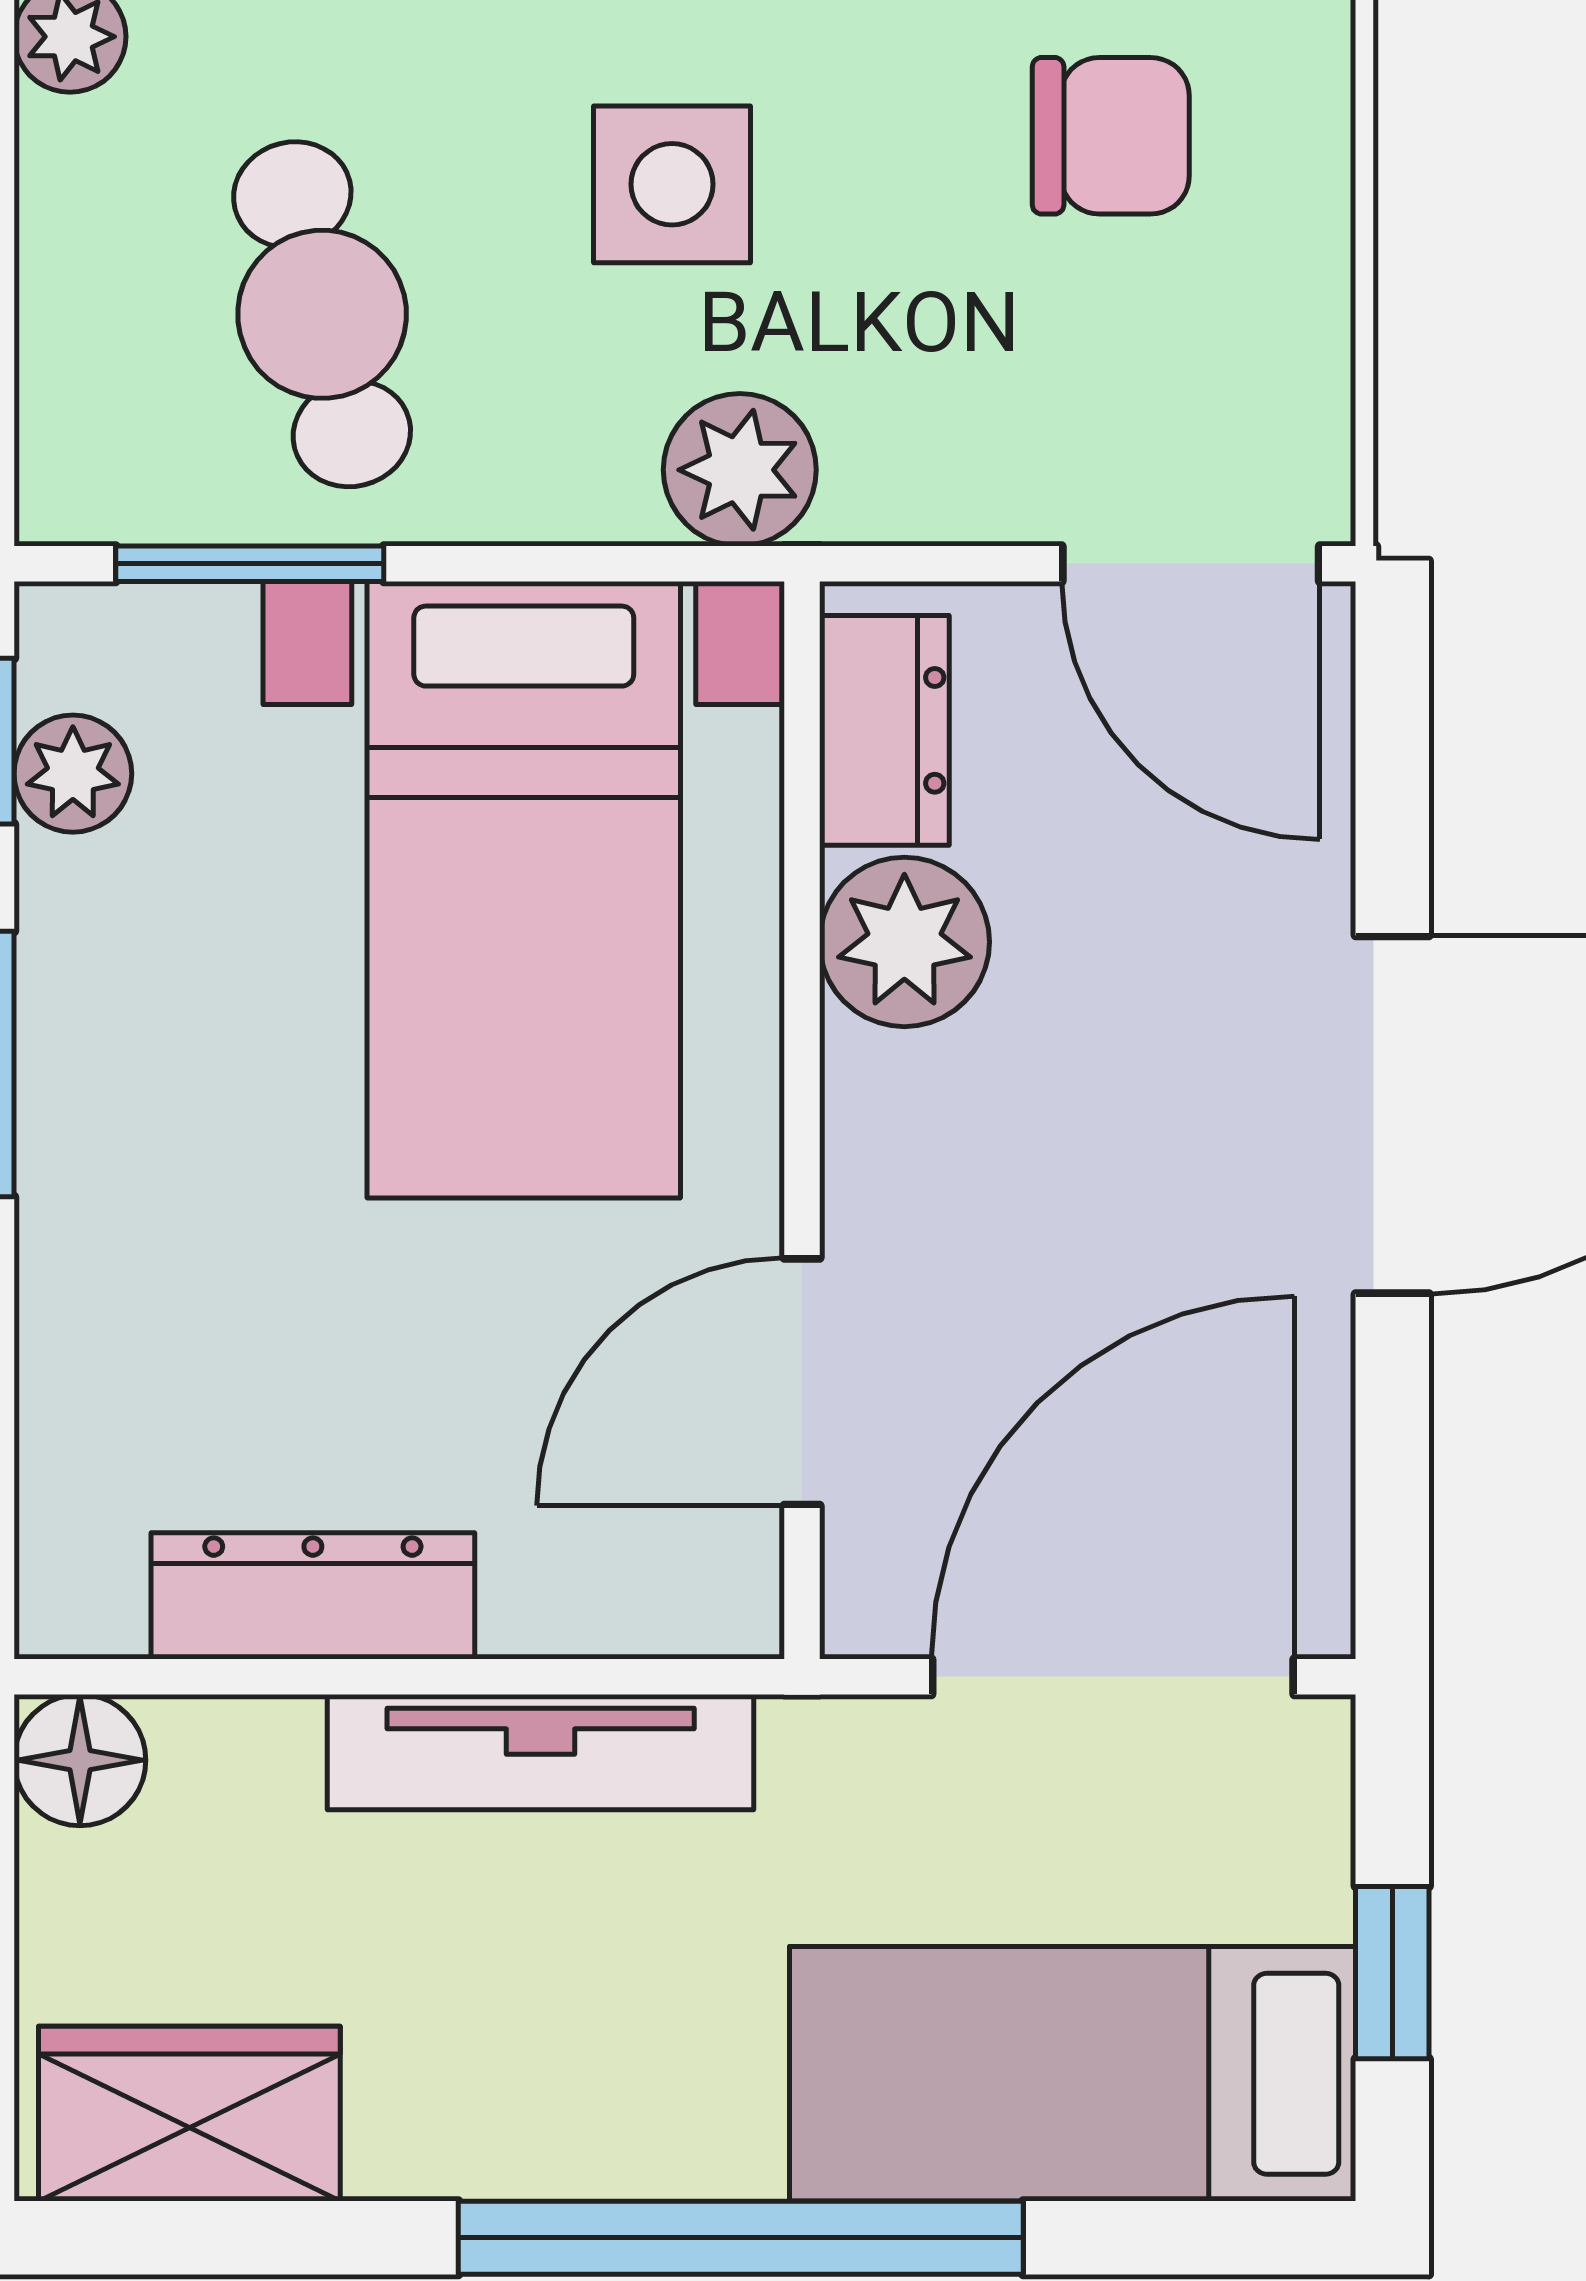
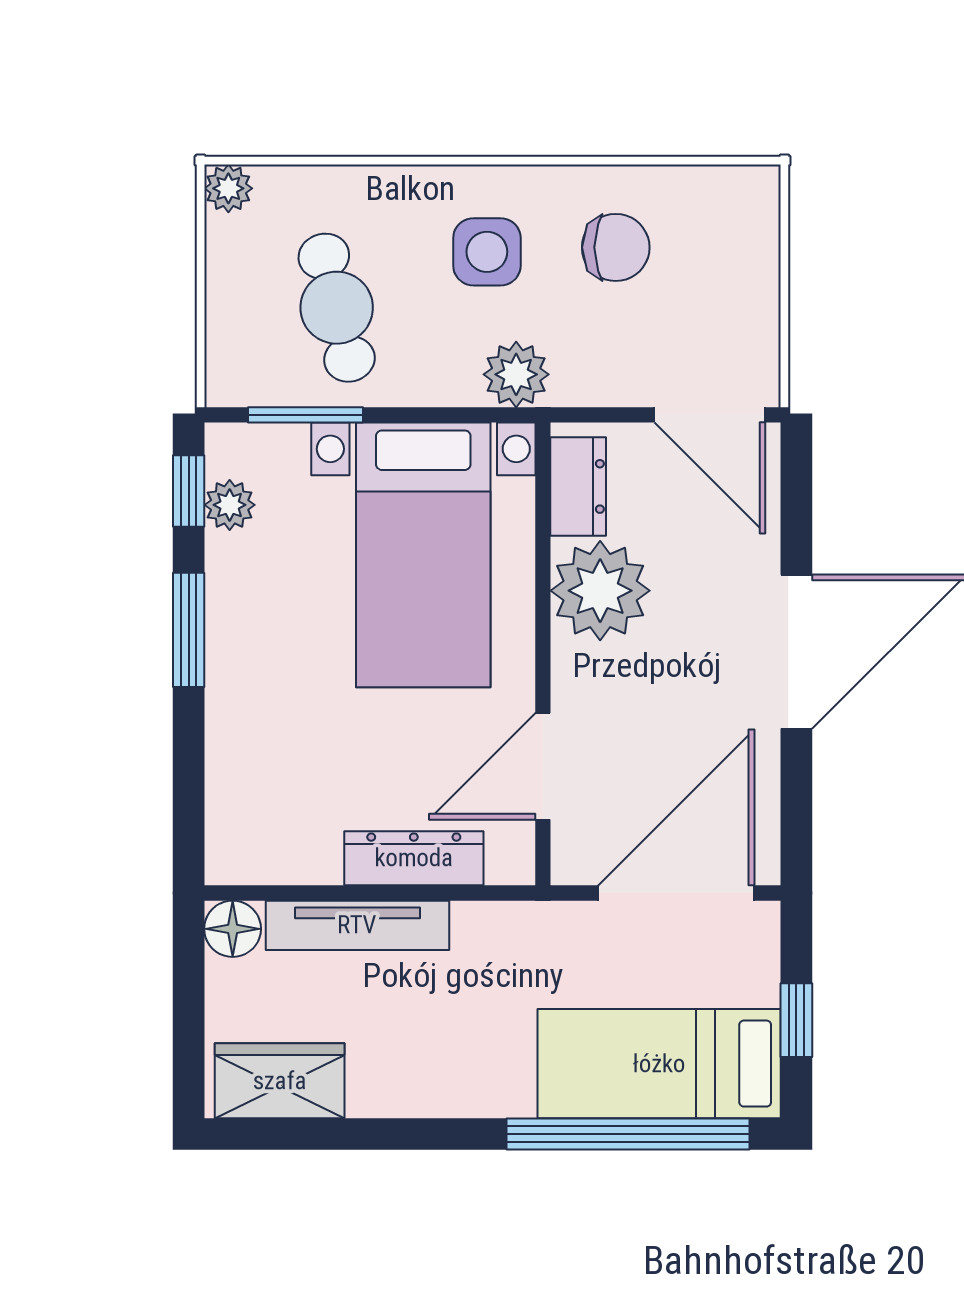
chair: (1111, 136) -> (616, 247), moved
plant: (904, 942) -> (600, 591), width x1.36, depth x1.36
dresser: (313, 1596) -> (414, 858), moved
tv unit: (541, 1752) -> (357, 925), moved
window: (741, 2238) -> (628, 1134), moved

